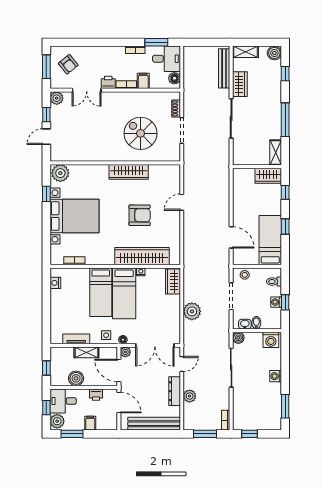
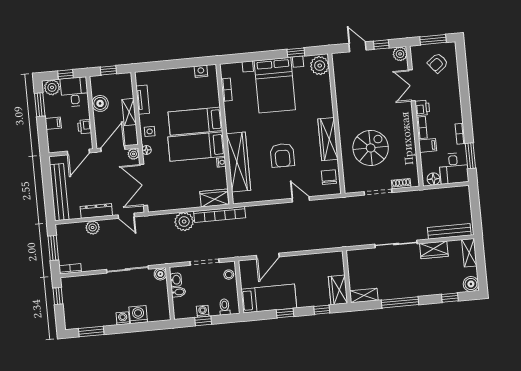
chair: (164, 174) -> (329, 177), added
bookcase: (189, 278) -> (220, 214), added
washing machine: (271, 340) -> (138, 315), moved, turned 90

